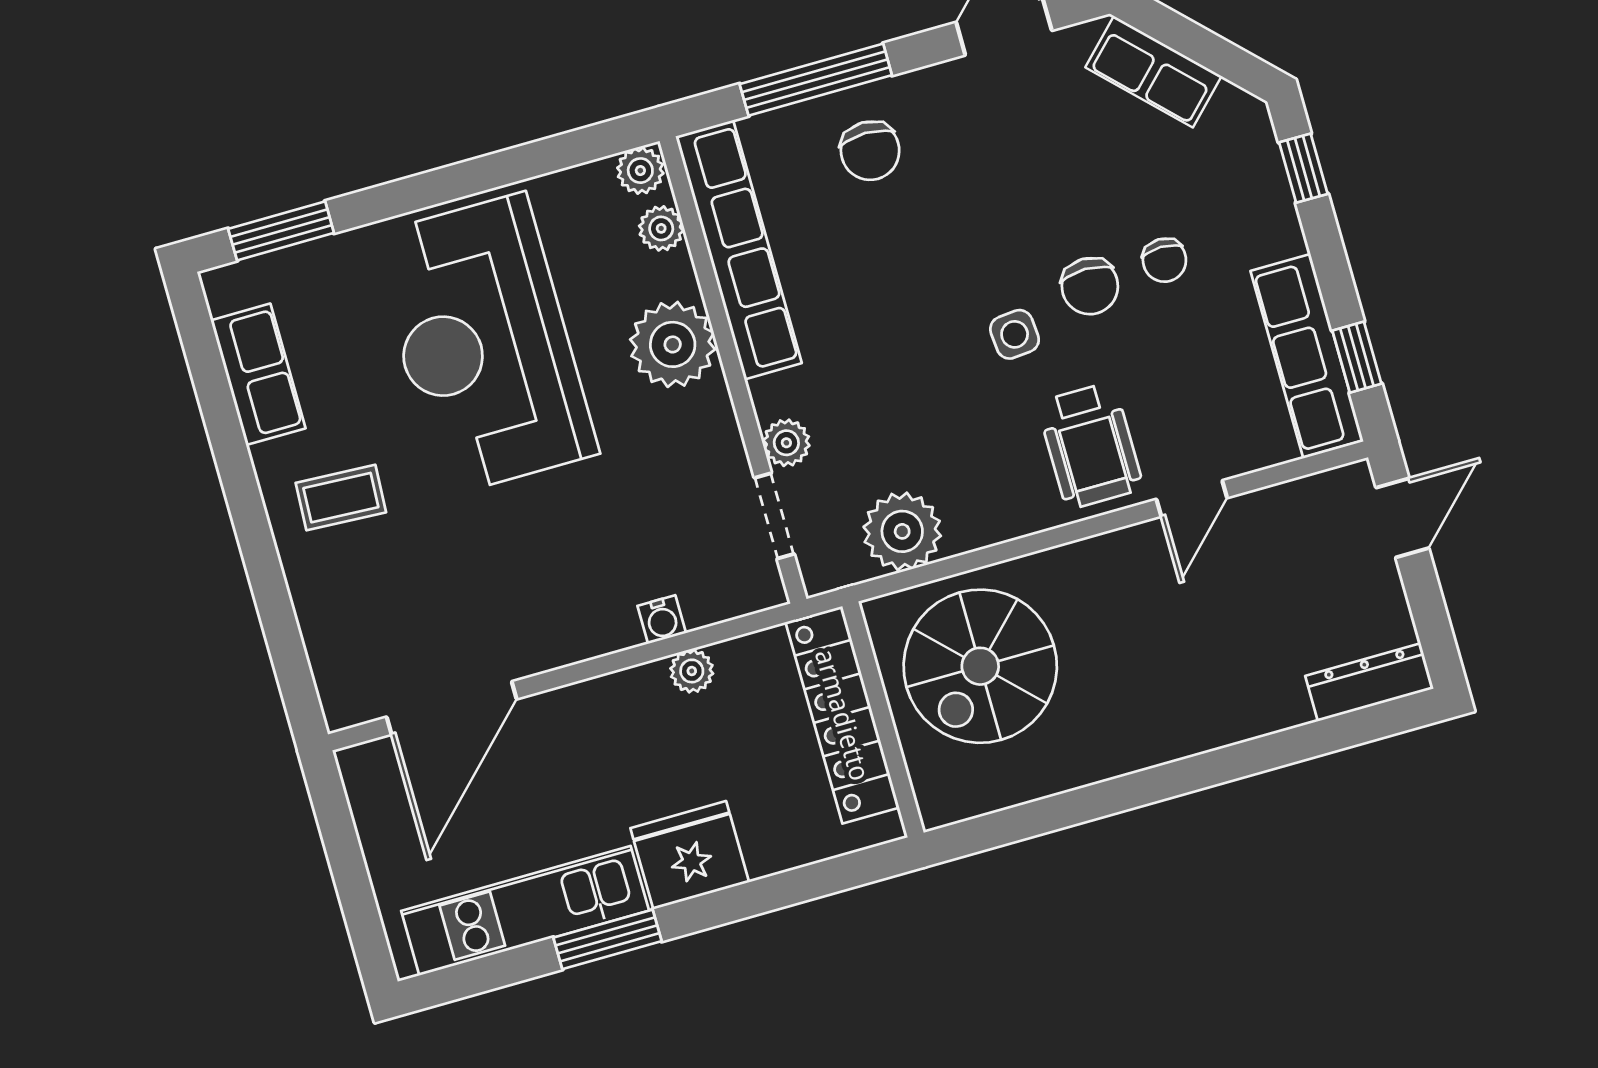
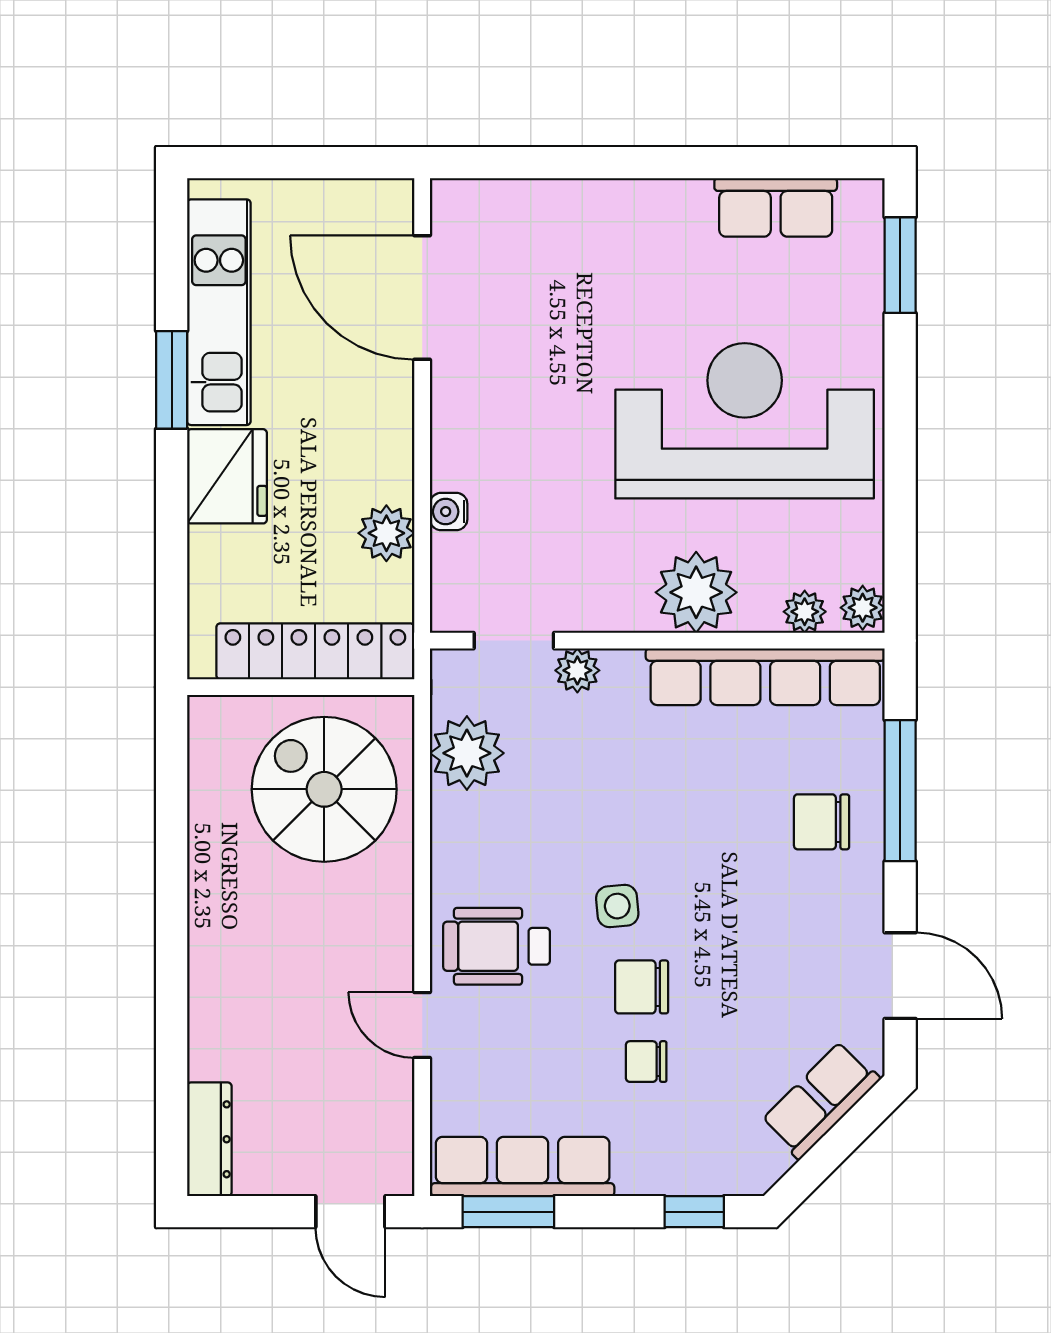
window: (1357, 357) -> (508, 1212), width x1.50
coffee table: (341, 498) -> (642, 251), removed
plant: (692, 671) -> (386, 533), width x1.38, depth x1.38

